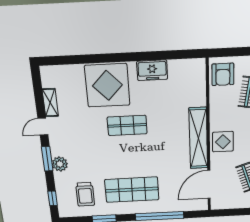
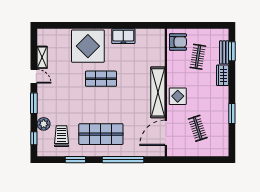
armchair: (223, 74) -> (178, 42), turned -90
door: (43, 127) -> (34, 76), swing flipped
plant: (60, 164) -> (44, 124), moved
trolley: (85, 194) -> (62, 136), turned 180

